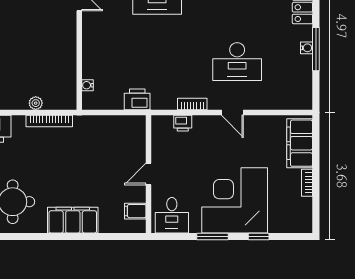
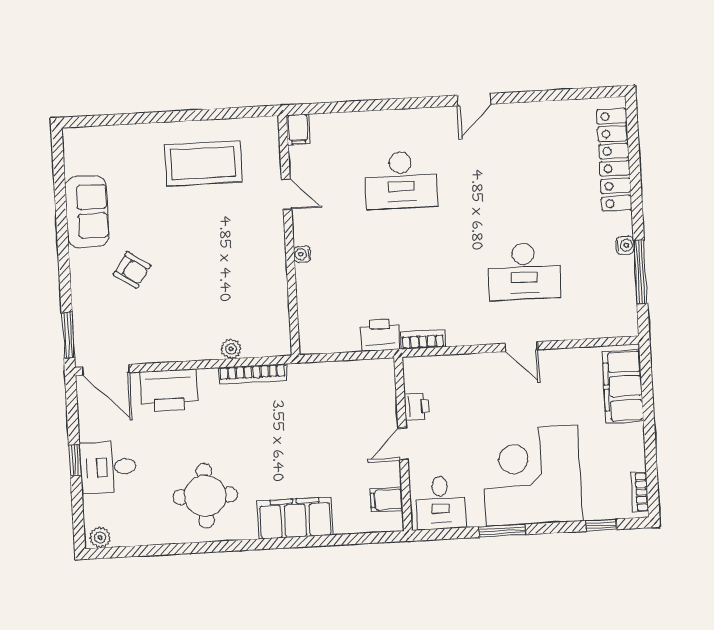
window: (316, 49) -> (640, 272), moved
water cooler: (87, 85) -> (302, 254), moved
bookcase: (192, 104) -> (423, 340), moved
printer: (183, 123) -> (417, 407), moved, turned -90
bookcase: (307, 183) -> (640, 492), moved
window: (259, 237) -> (601, 525), moved

